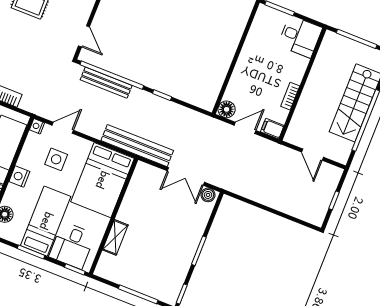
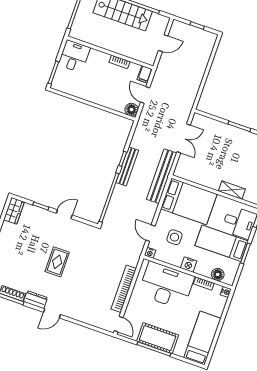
door: (84, 36) -> (64, 214), moved
bench: (106, 83) -> (127, 166), moved
boiler: (208, 195) -> (197, 121), removed

